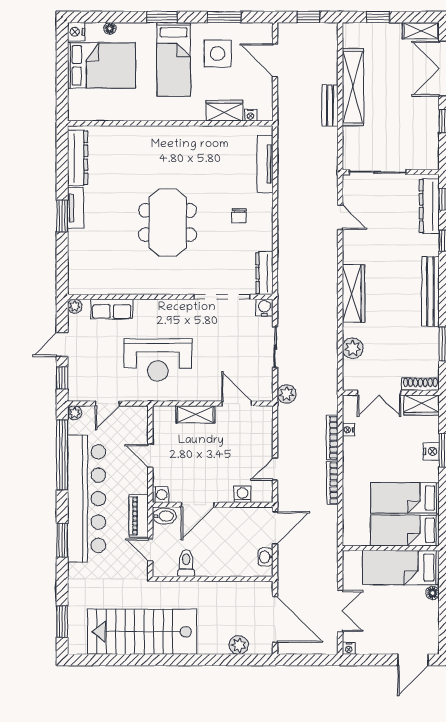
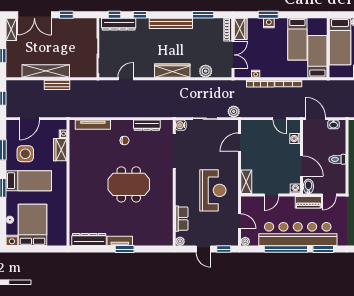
dresser: (264, 273) -> (147, 125), moved
shelving: (195, 414) -> (246, 182), moved
window: (62, 455) -> (286, 249), moved
bed: (405, 530) -> (317, 56), moved, turned 180
toilet: (186, 563) -> (337, 159), moved

